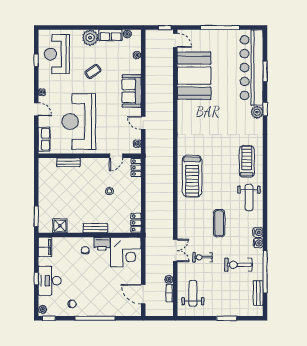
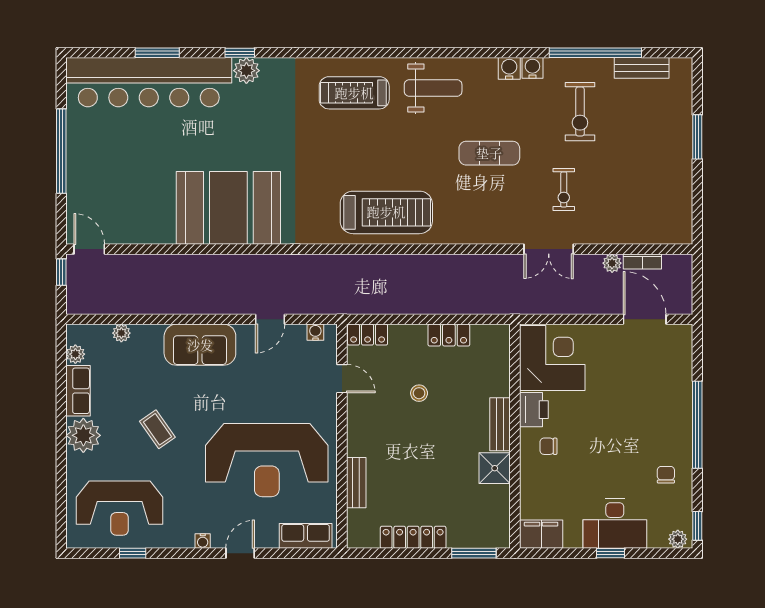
door: (175, 40) -> (89, 249), hinge flipped
booth: (194, 76) -> (228, 208), moved
locker: (44, 188) -> (413, 537), added
locker: (136, 223) -> (449, 335), moved
shower: (60, 226) -> (495, 468), moved
double door: (175, 250) -> (549, 249), swing flipped
weight bench: (193, 293) -> (643, 211), removed
door: (143, 294) -> (645, 319), swing flipped

